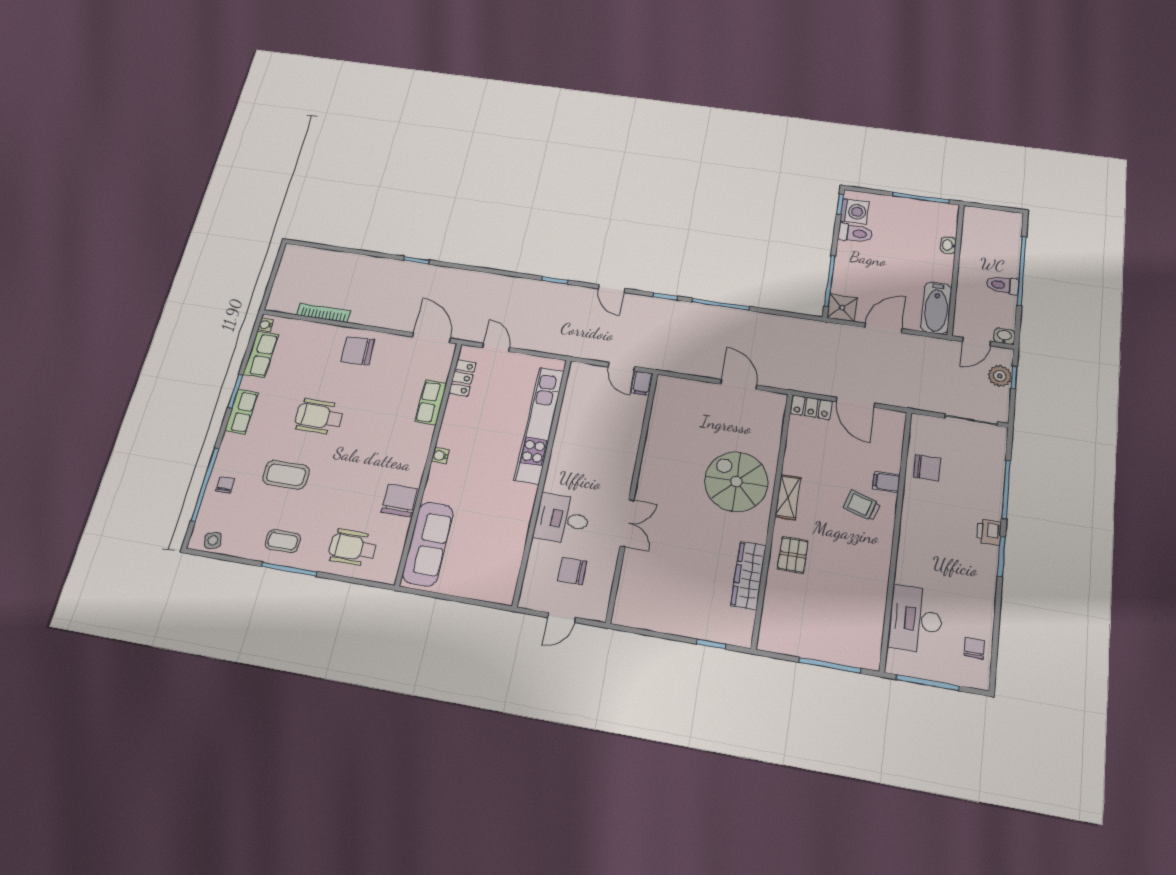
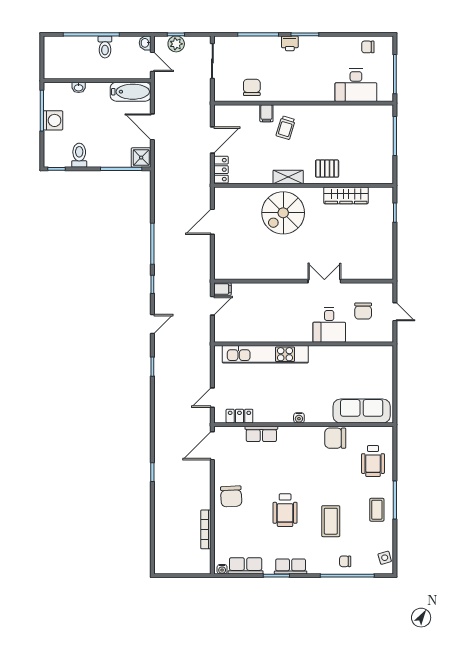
washing machine: (854, 211) -> (53, 120), moved, turned 90

